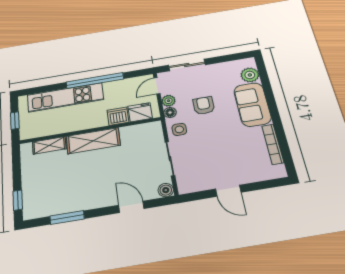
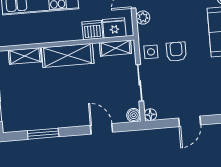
armchair: (204, 106) -> (176, 52), moved
floor lamp: (170, 112) -> (150, 115), moved
shelving: (142, 130) -> (116, 48), added
door: (228, 191) -> (190, 121), hinge flipped

